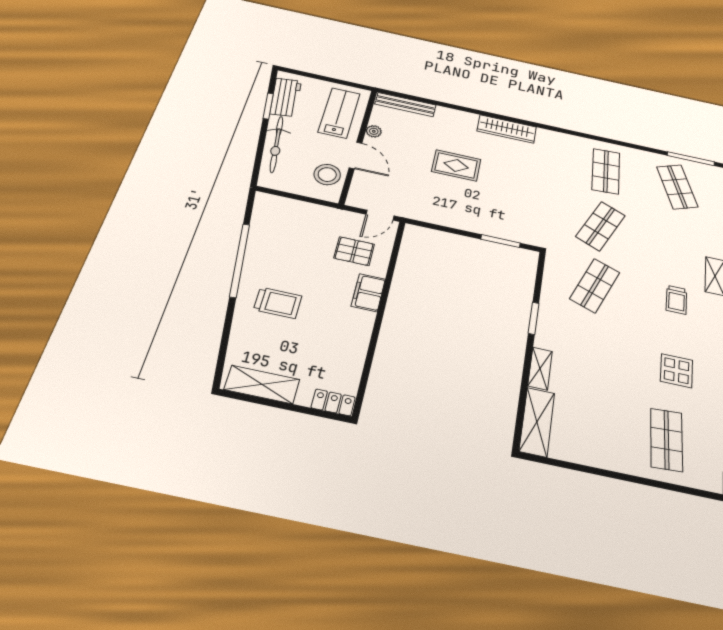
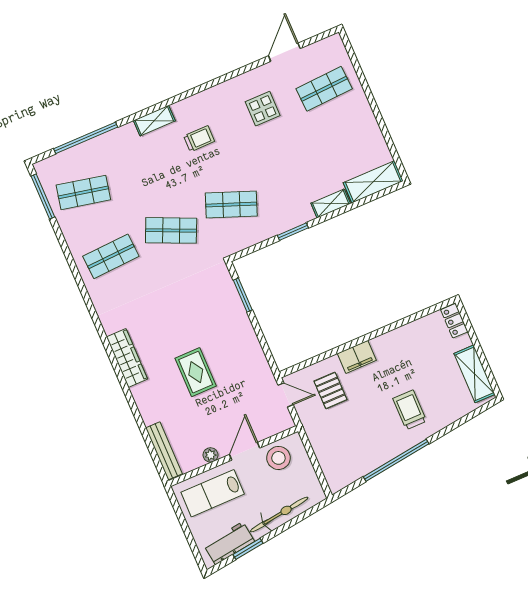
shop shelf: (677, 187) -> (83, 192), turned 33

